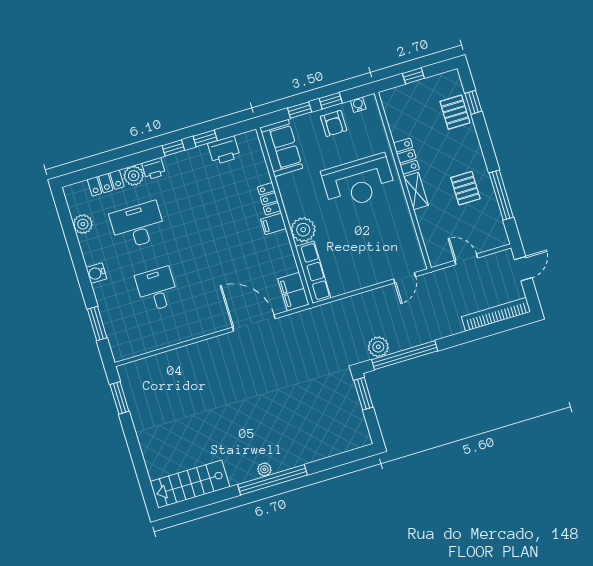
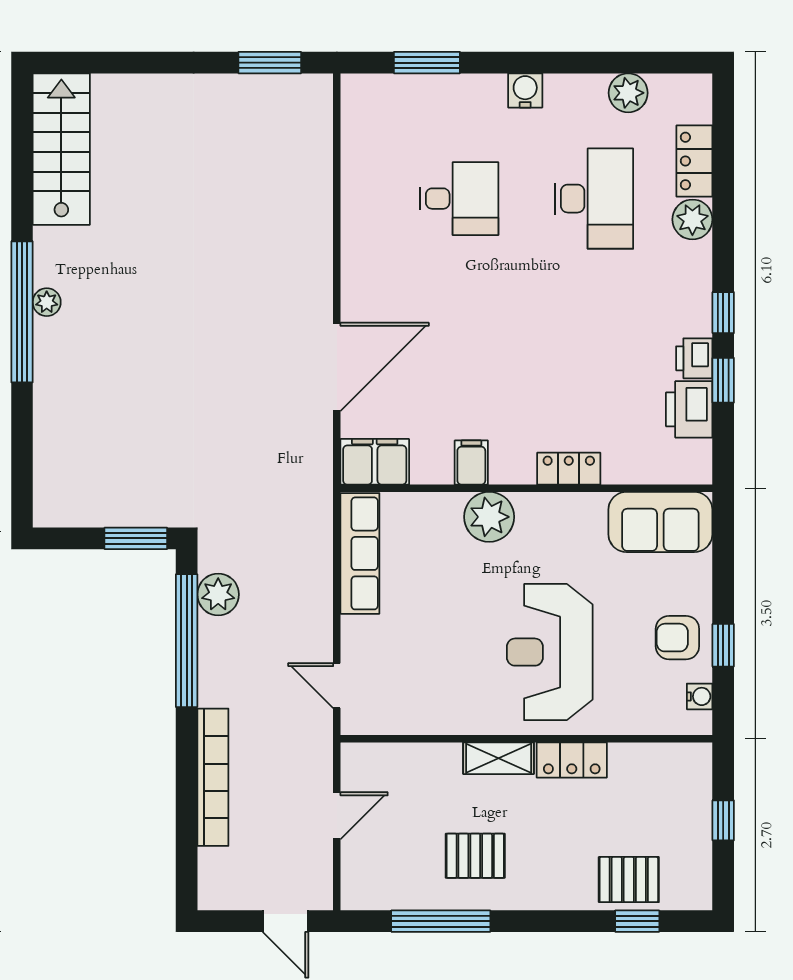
window: (300, 110) -> (723, 580), removed
printer: (154, 169) -> (694, 358), moved
filing cabinet: (273, 224) -> (471, 463), moved
row of seats: (313, 272) -> (360, 553), moved, turned -90
bookcase: (496, 314) -> (213, 777), moved

